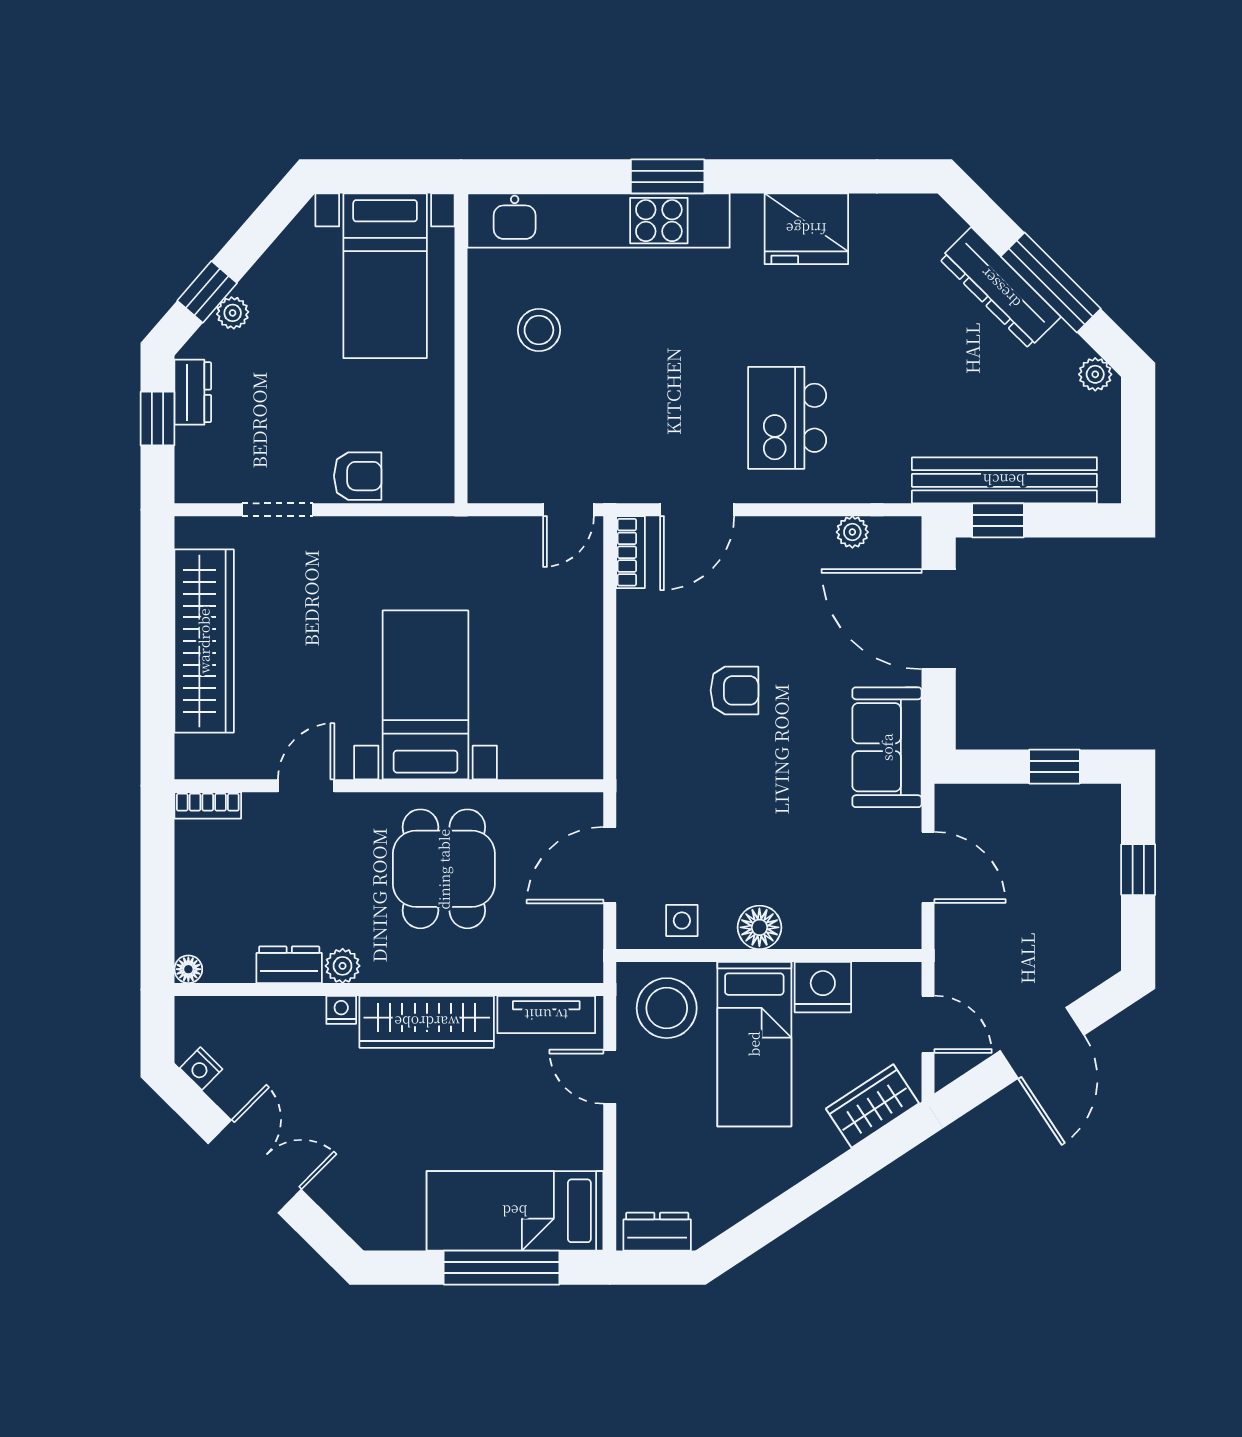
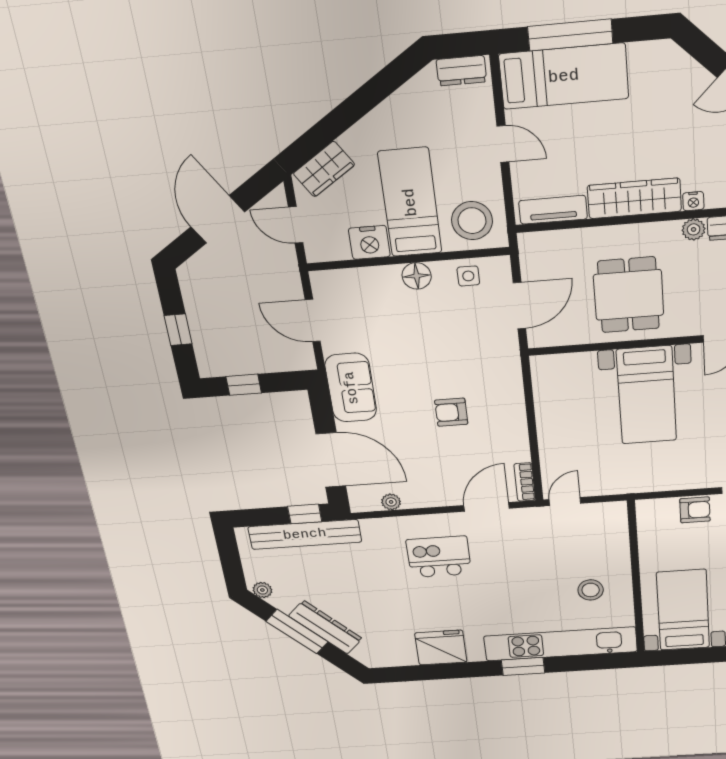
kitchen island: (787, 418) -> (439, 557), turned -90
armchair: (358, 476) -> (695, 510), turned 180
door: (610, 1077) -> (503, 144), moved

